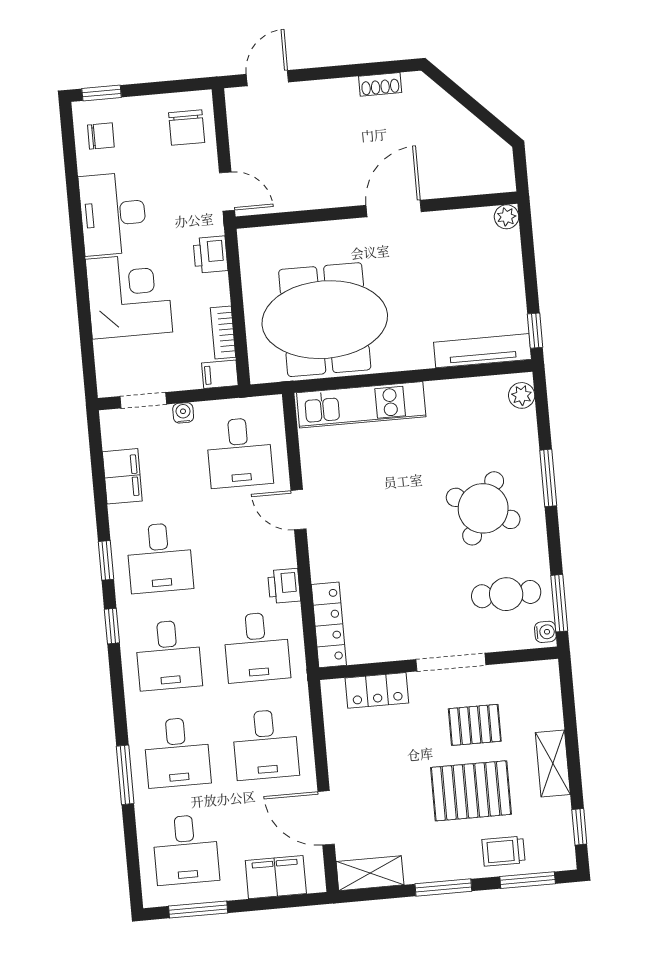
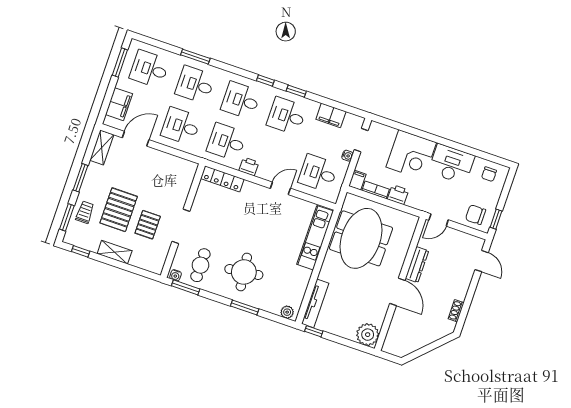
window: (102, 93) -> (496, 219), moved
dresser: (327, 195) -> (417, 265), added
plant: (507, 217) -> (368, 335), width x1.88, depth x1.88
printer: (210, 255) -> (398, 195), moved
round table: (483, 508) -> (244, 272), turned -34
locker: (377, 690) -> (183, 187), removed

